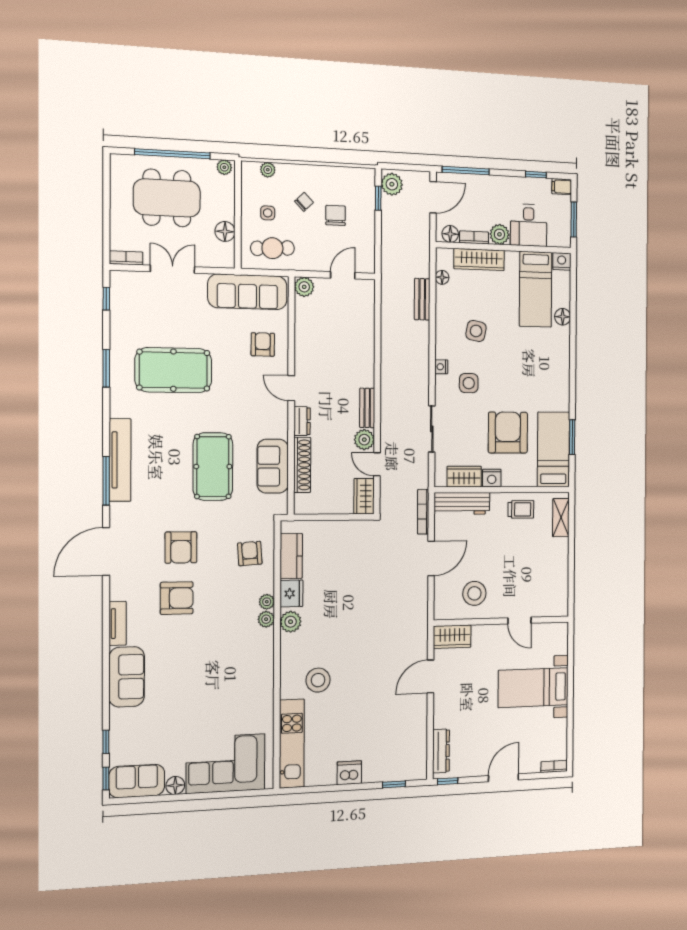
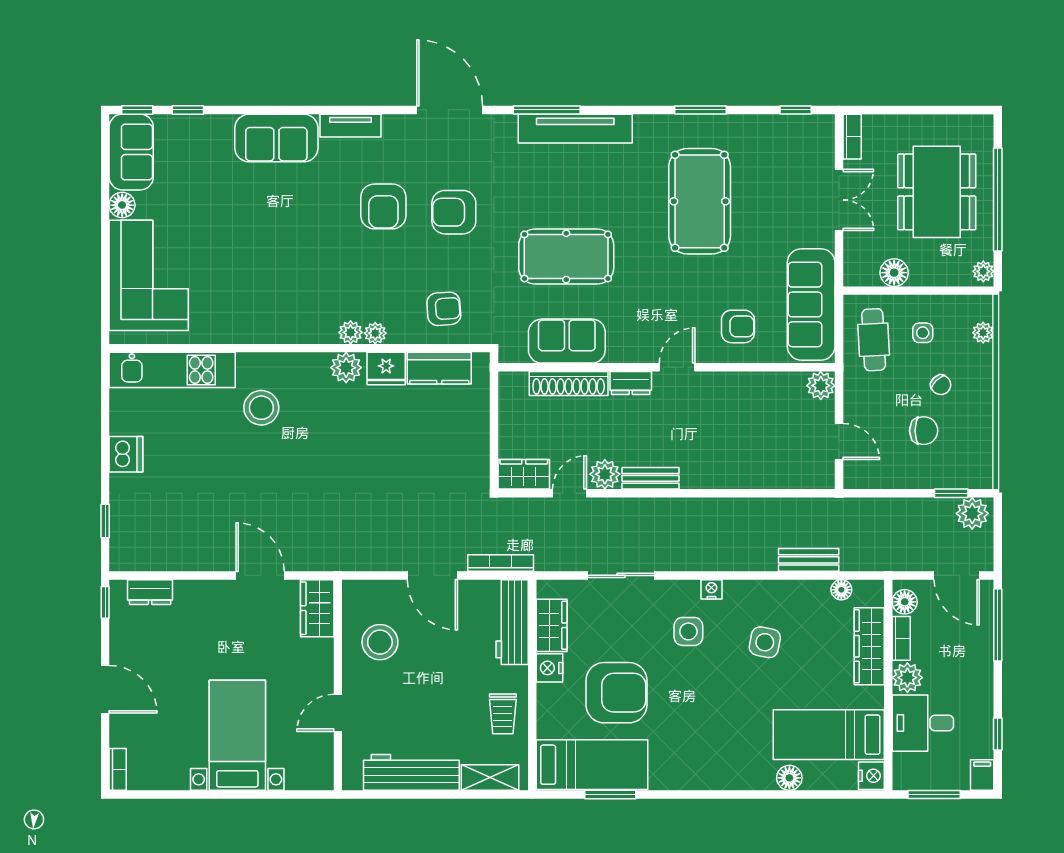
workbench: (557, 570) -> (411, 772), added
dresser: (441, 751) -> (150, 592), width x0.70

